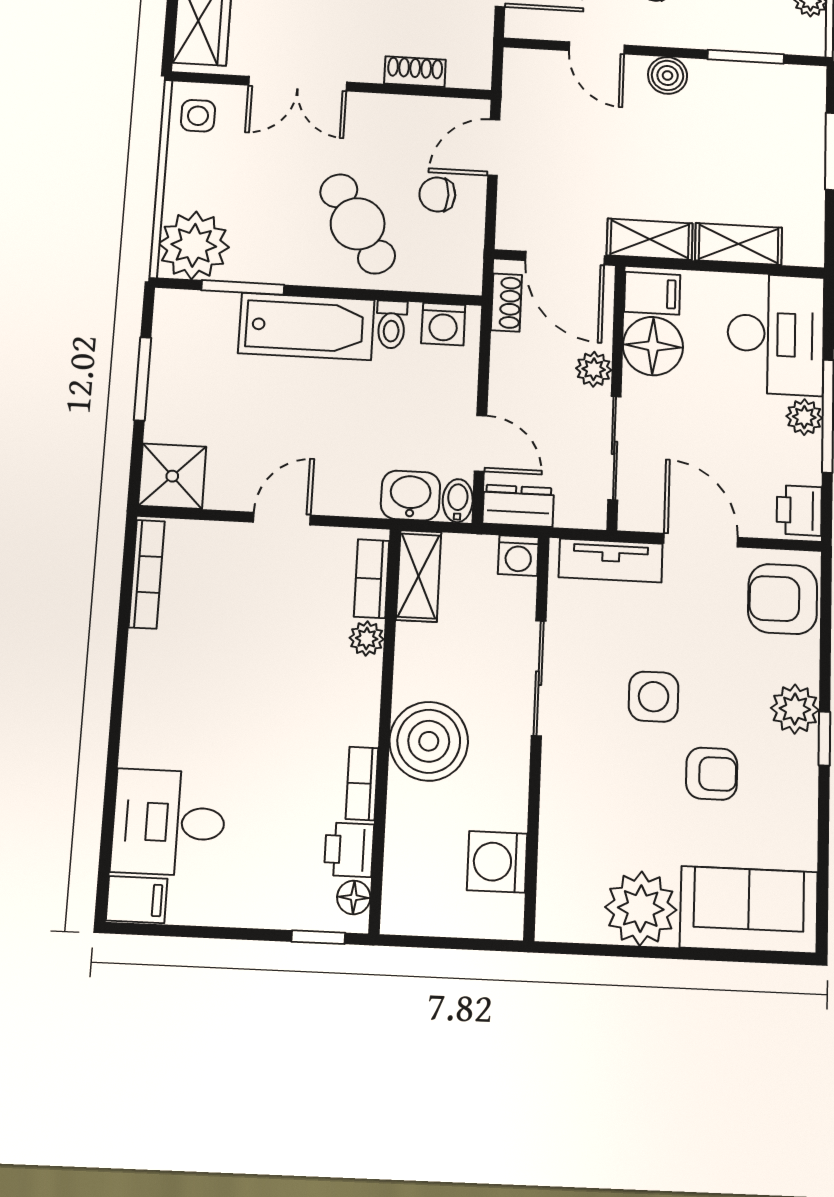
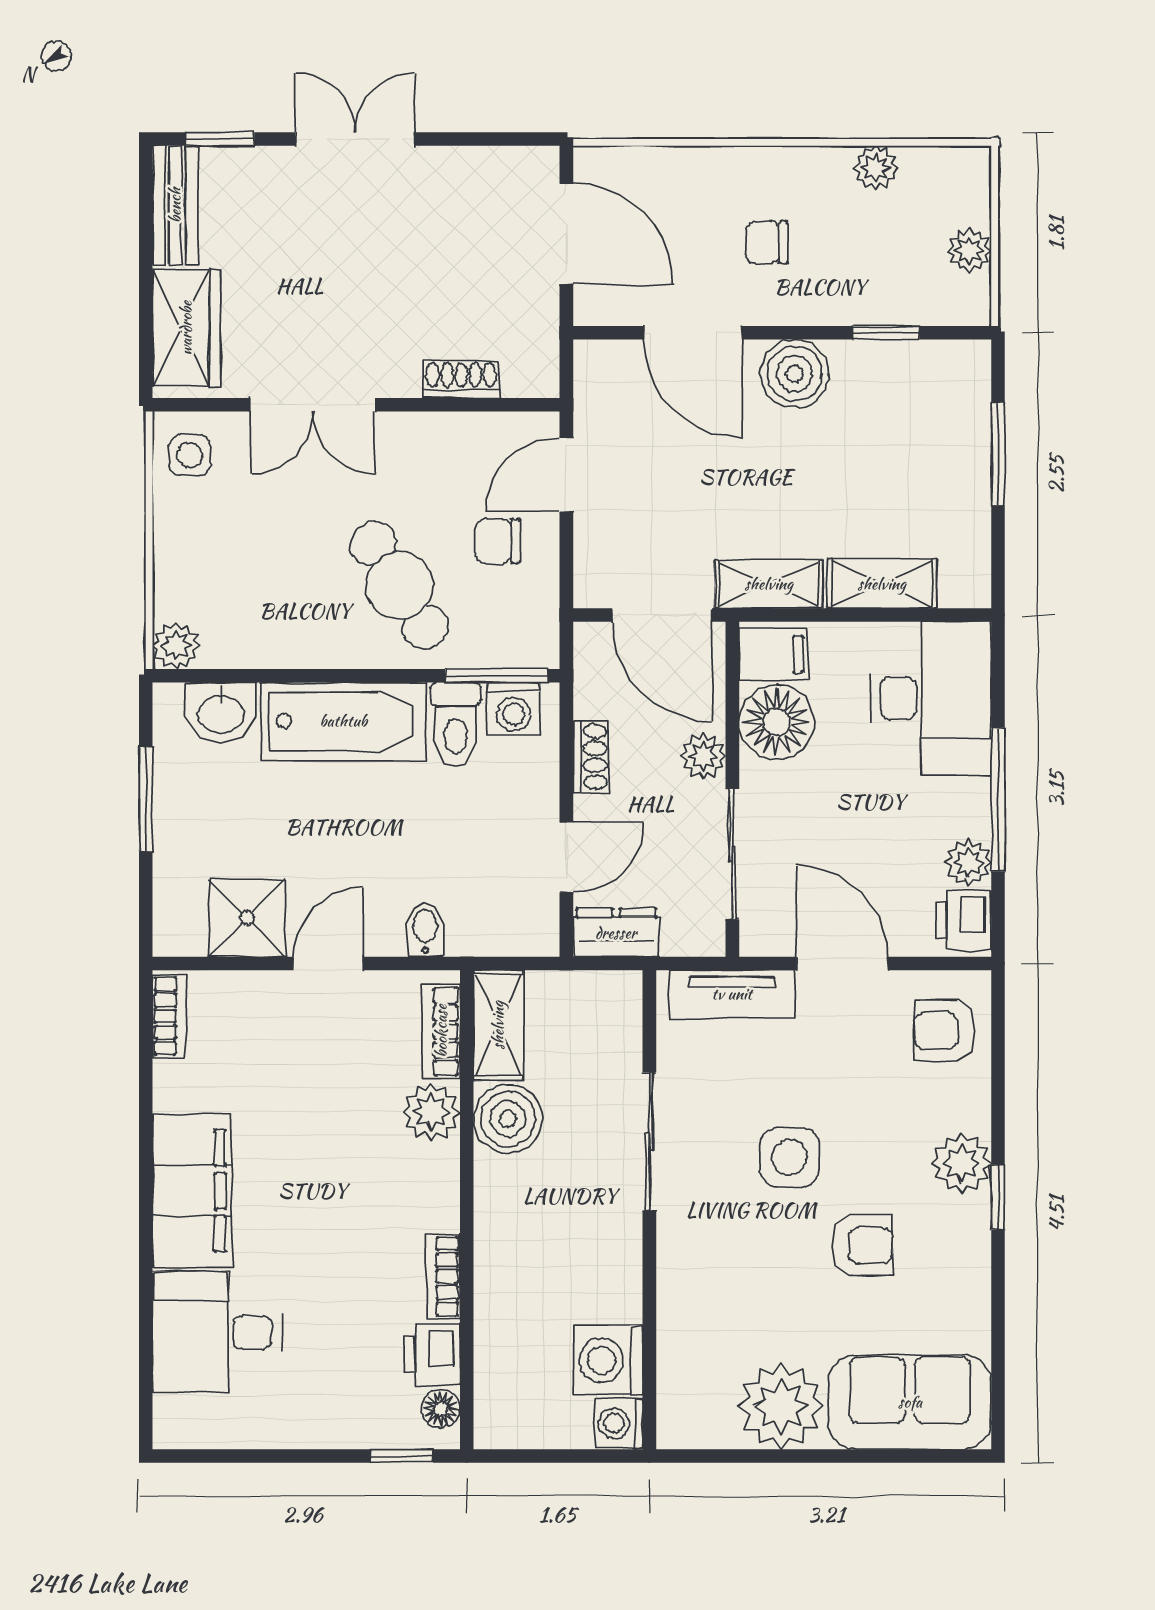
door: (597, 48) -> (693, 333), width x1.38
window: (746, 57) -> (886, 333), width x0.67
boiler: (668, 75) -> (795, 374), width x1.36, depth x1.36
plant: (194, 245) -> (176, 646), width x0.53, depth x0.53
window: (243, 287) -> (496, 676), moved
shoe rack: (506, 303) -> (591, 757), moved
toilet: (391, 324) -> (456, 725), width x1.37, depth x1.39
plant: (804, 417) -> (969, 863), moved
door: (481, 443) -> (566, 857), hinge flipped
shower: (172, 476) -> (247, 918), moved
washbasin: (410, 496) -> (221, 713), moved, turned 180
bidet: (458, 501) -> (425, 930), moved
washing machine: (518, 556) -> (619, 1423), moved, turned 90
bookcase: (147, 574) -> (169, 1016), width x0.64
armchair: (783, 599) -> (945, 1031), width x0.72, depth x0.72
plant: (367, 638) -> (431, 1112), width x1.38, depth x1.38
boiler: (429, 741) -> (508, 1119), moved, width x0.73, depth x0.73
filing cabinet: (137, 900) -> (192, 1191), moved, width x3.00, depth x1.17

